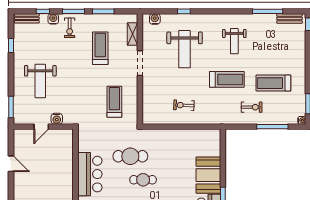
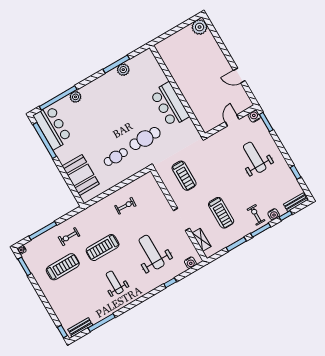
water cooler: (57, 119) -> (254, 116), moved
booth: (208, 175) -> (81, 175), moved
cafe table: (143, 180) -> (116, 157), moved

